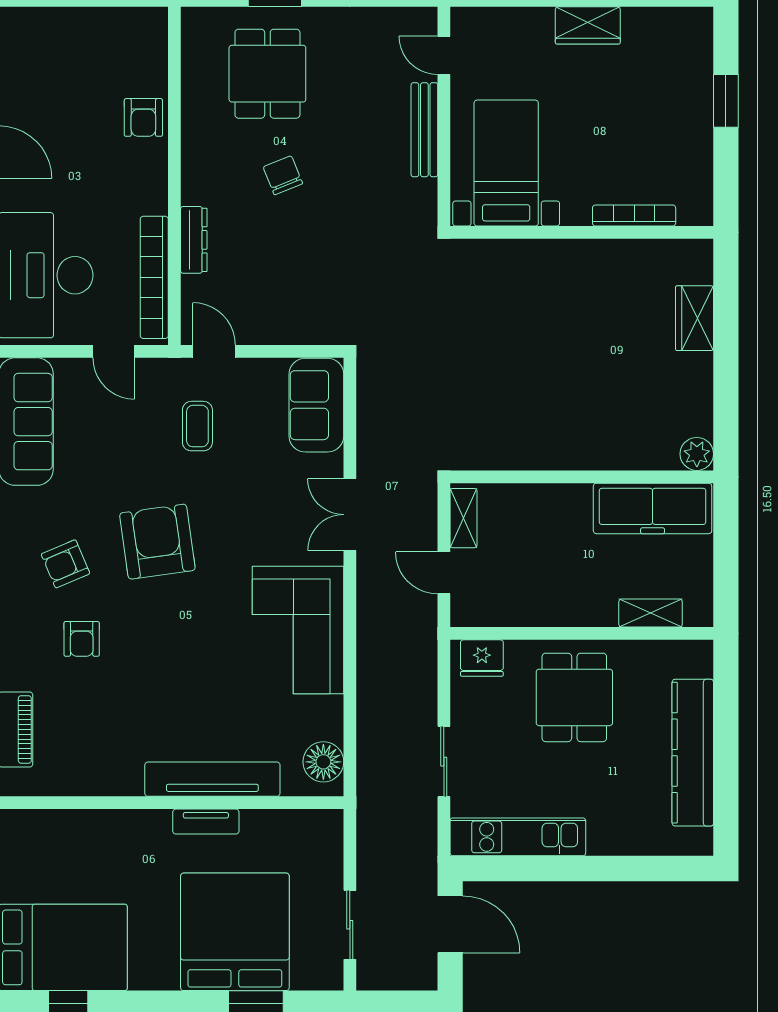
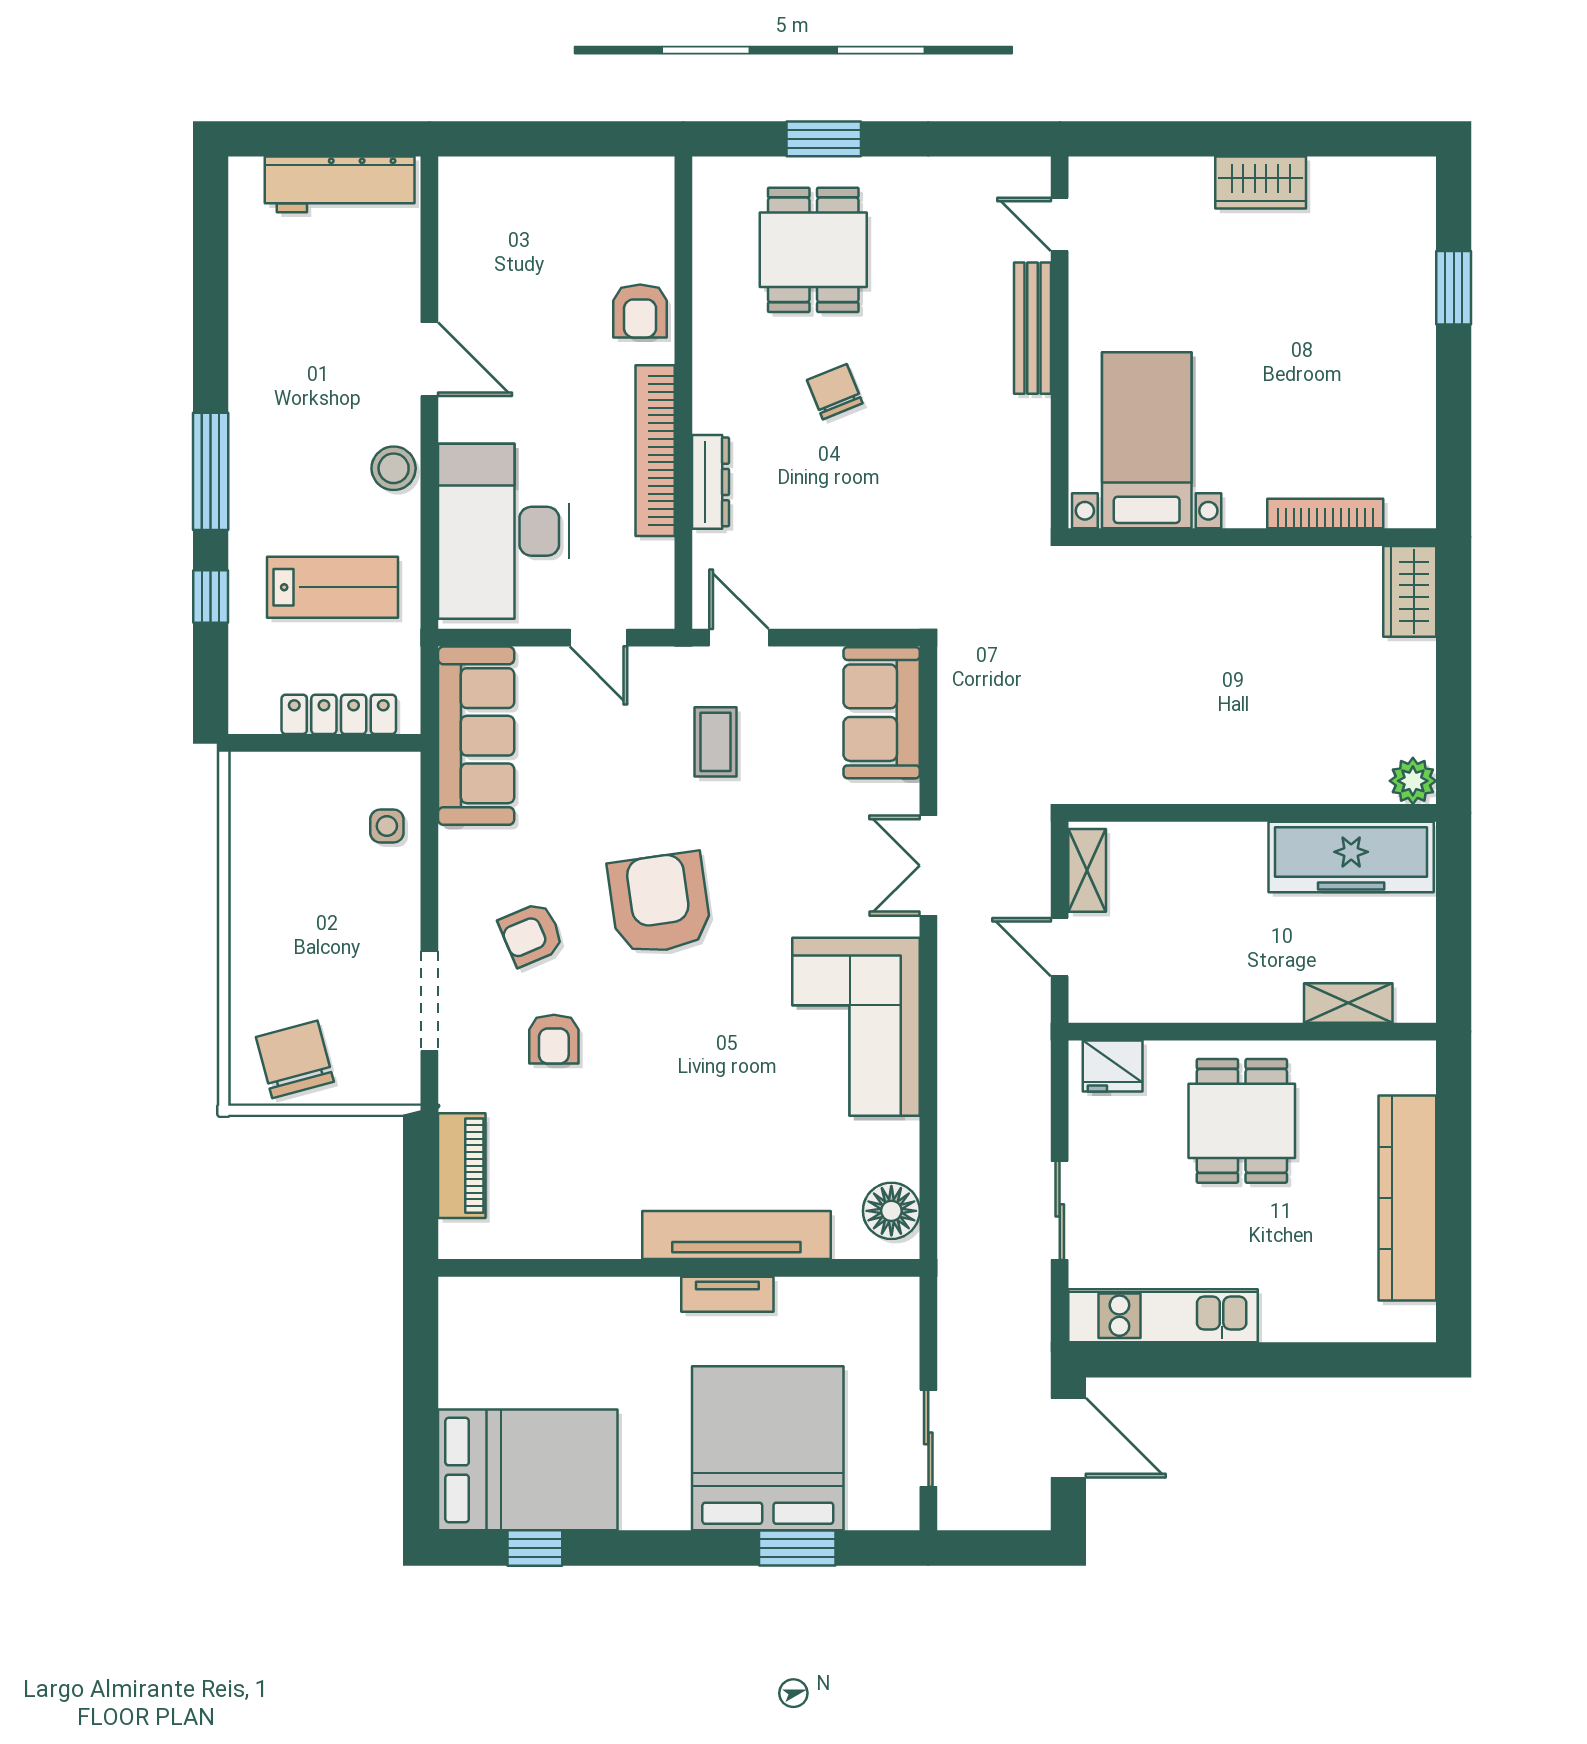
bed with nightstands: (506, 163) -> (1147, 440), moved
bookcase: (634, 215) -> (1325, 514), moved
wall: (582, 232) -> (1252, 537), moved
bookcase: (154, 277) -> (655, 451), moved

